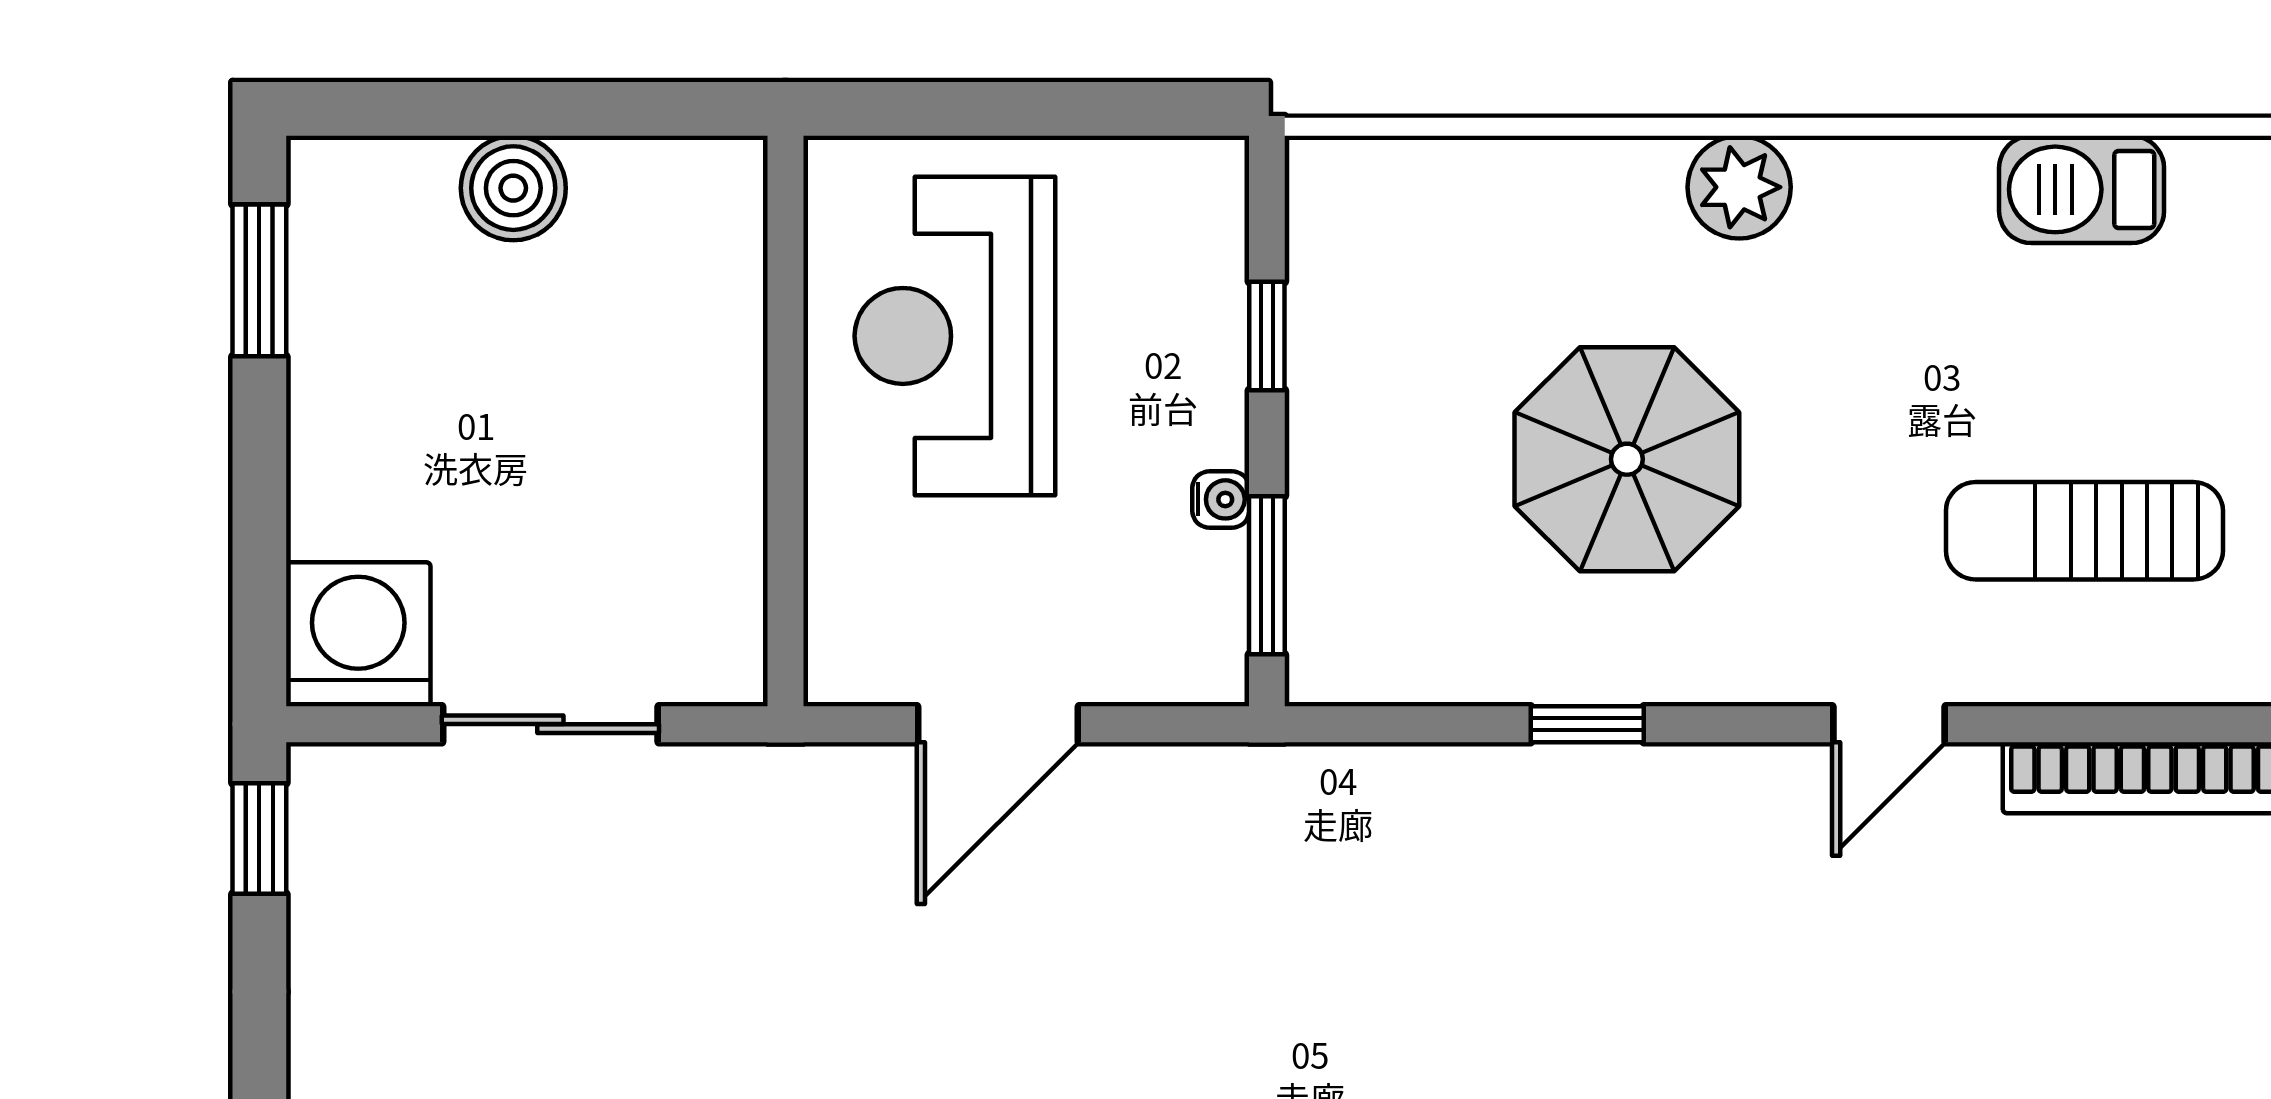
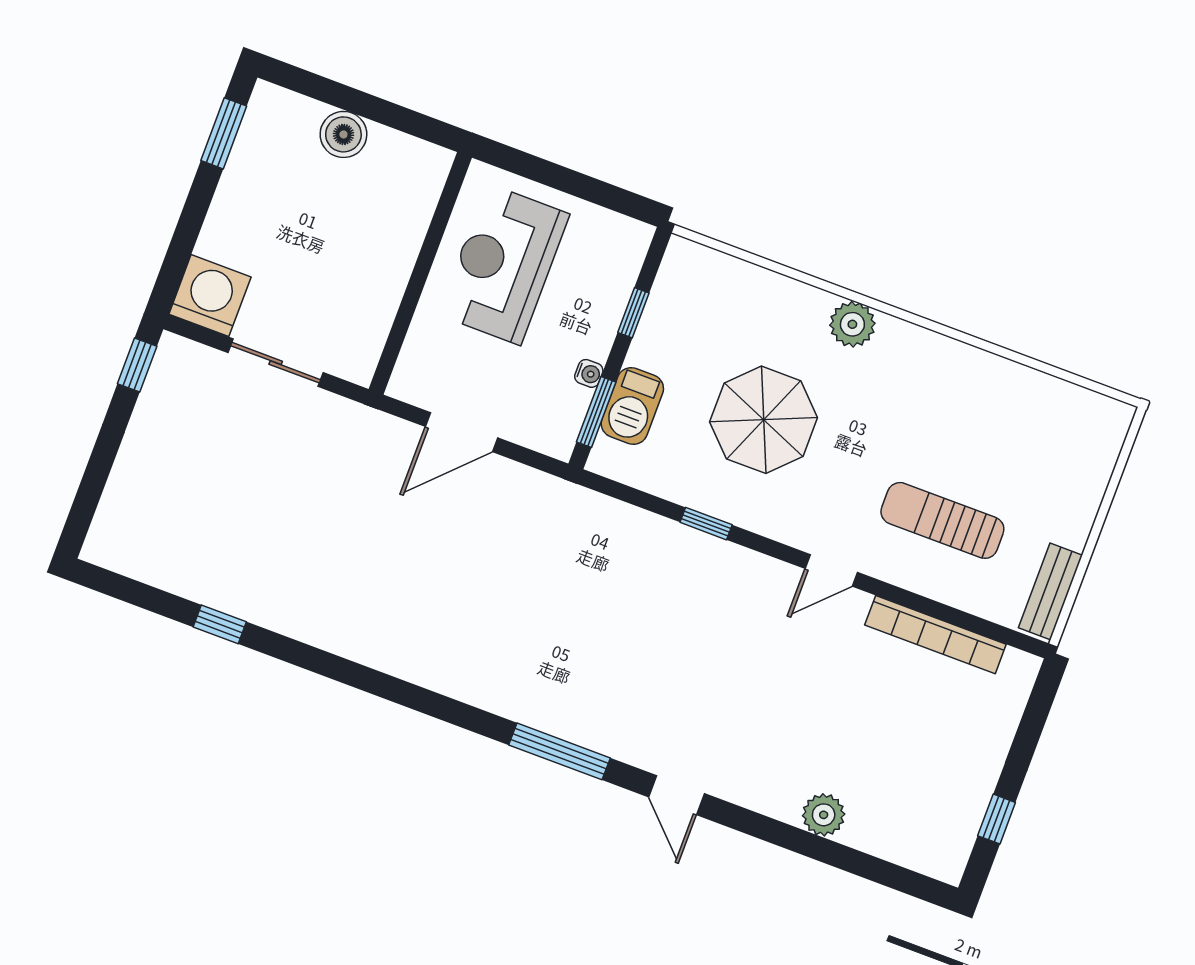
barbecue: (2082, 189) -> (632, 406), moved, turned -90

